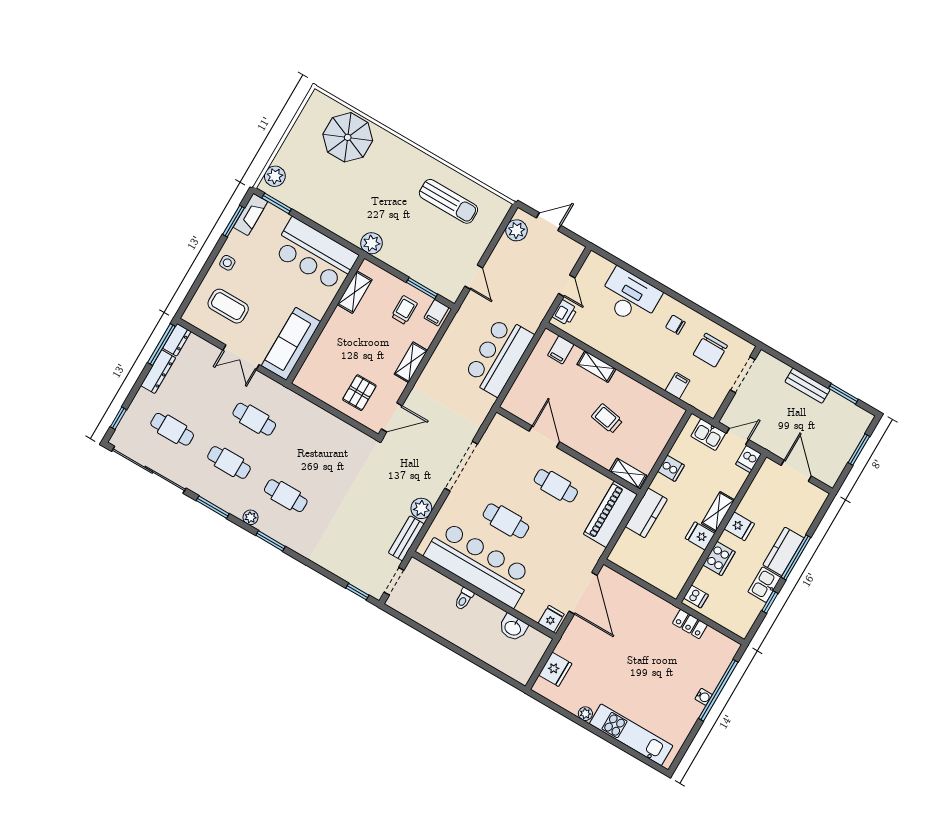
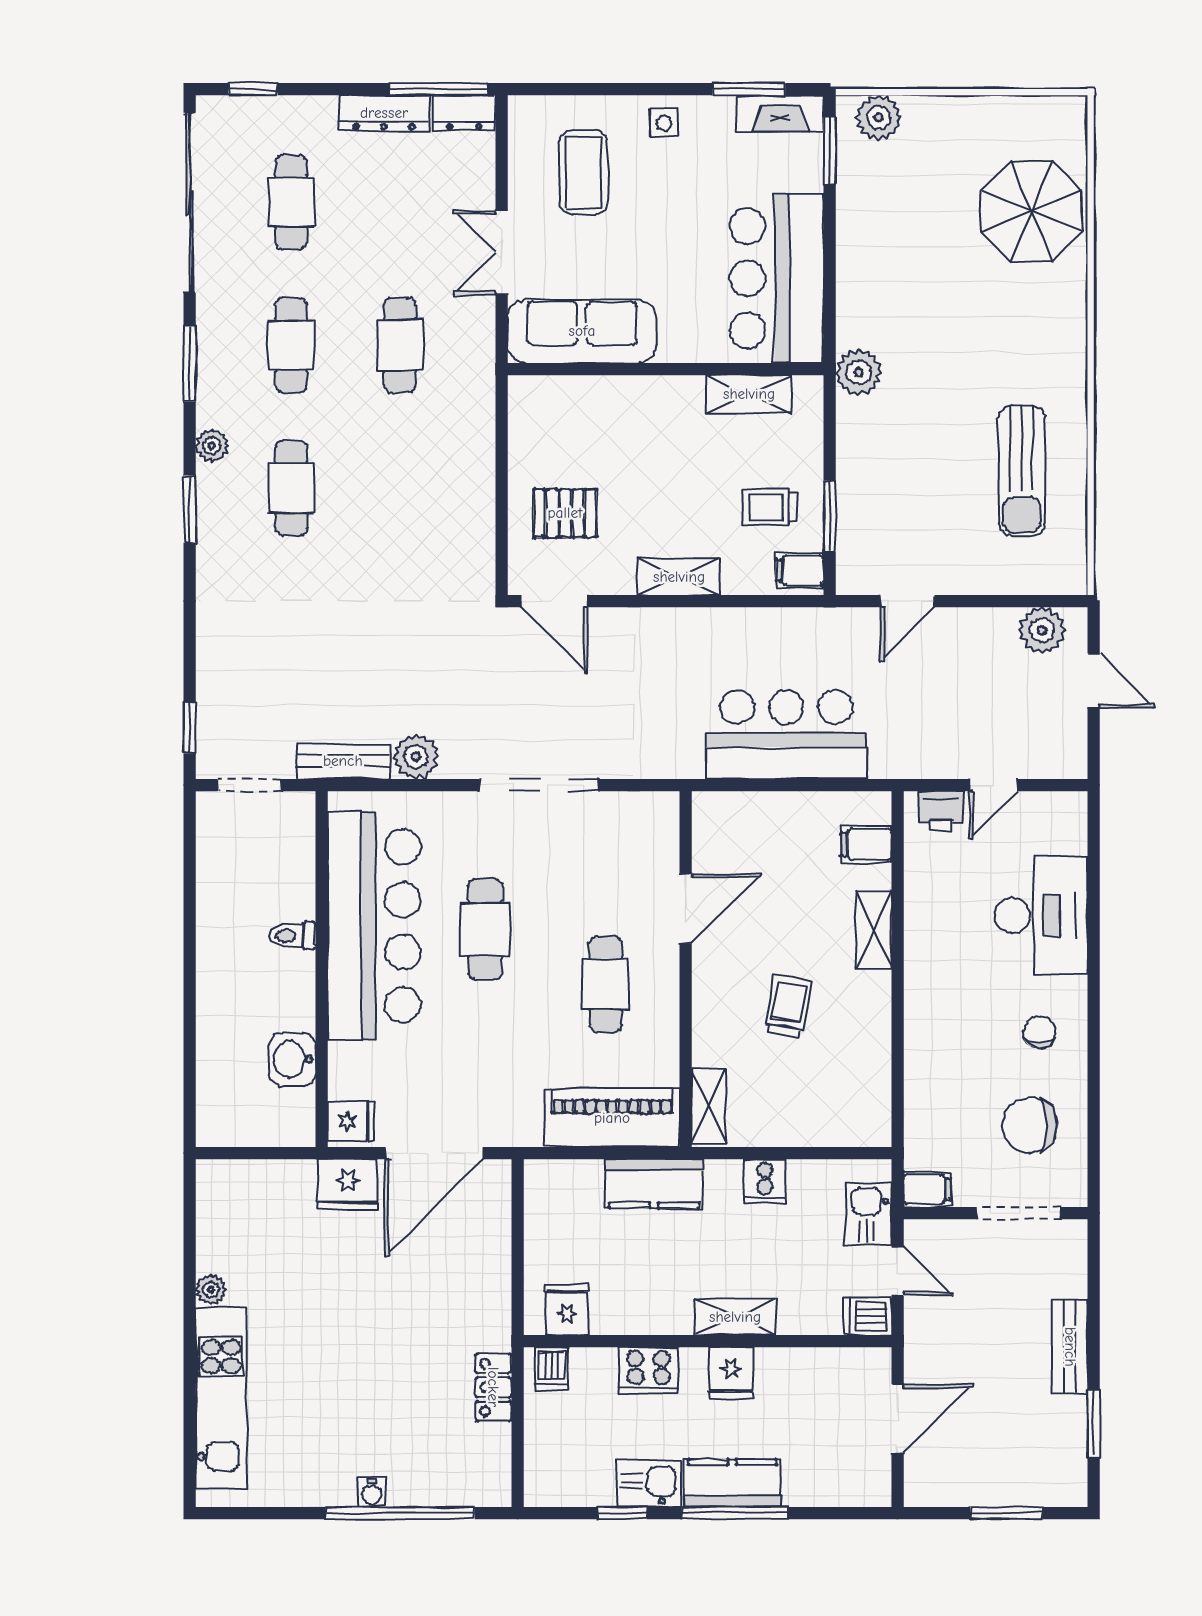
trolley: (404, 310) -> (769, 507), turned 180
filing cabinet: (678, 386) -> (927, 1189), moved
fridge: (700, 536) -> (567, 1310), moved
fridge: (555, 669) -> (348, 1184), moved

